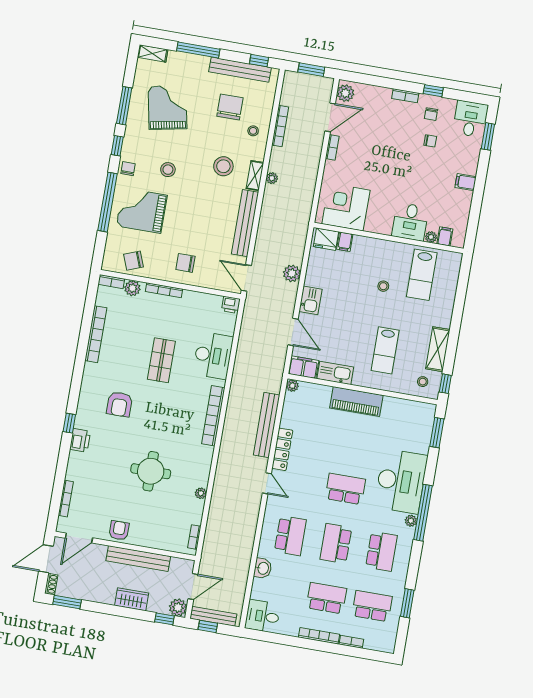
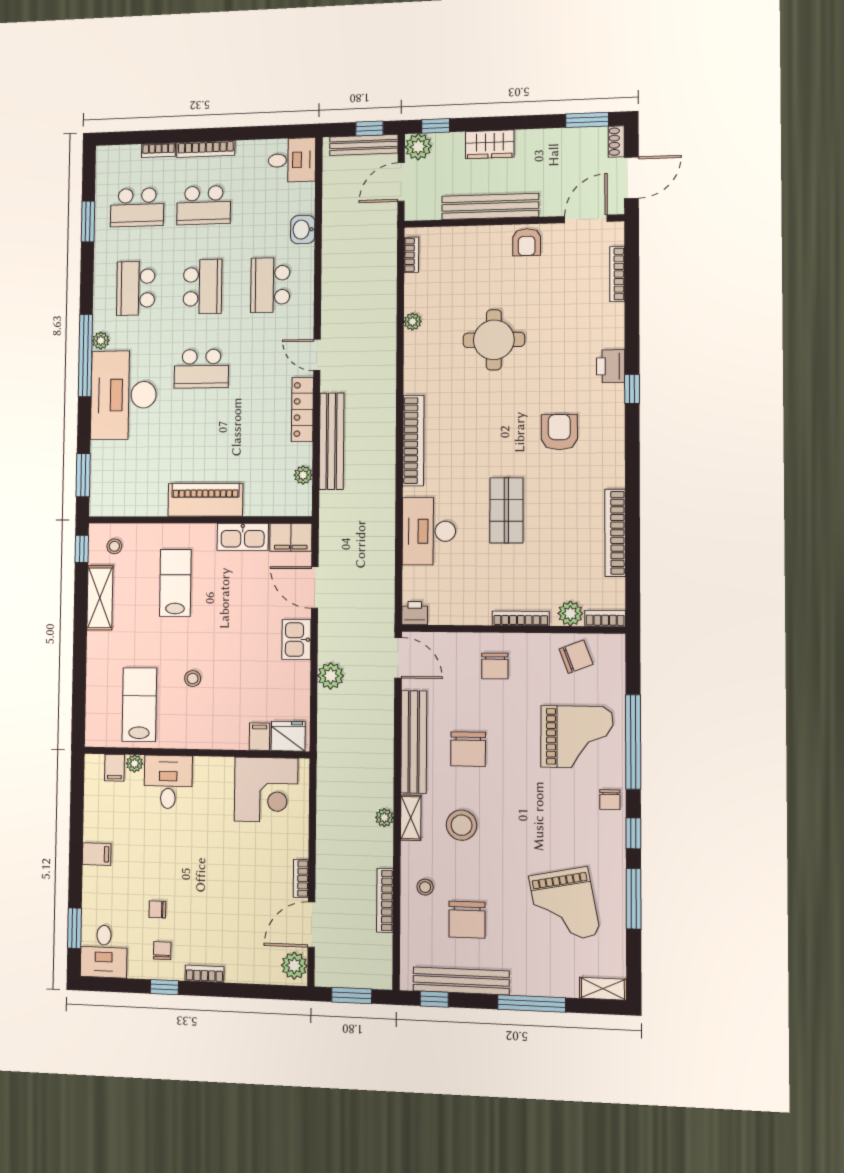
stool: (168, 170) -> (547, 807), removed
chair: (211, 213) -> (468, 749), added
chair: (185, 263) -> (495, 666), turned 90
plant: (292, 386) -> (303, 475), moved

